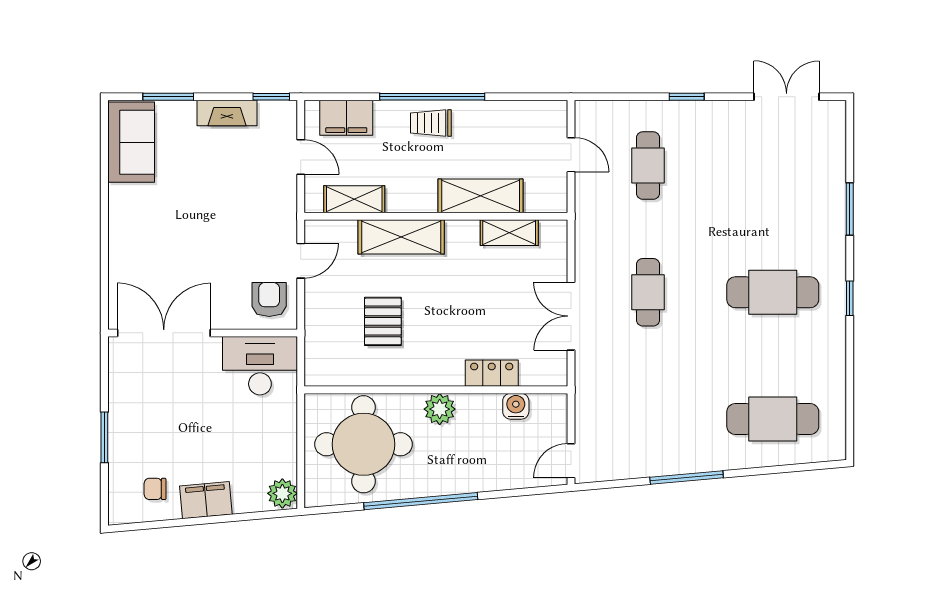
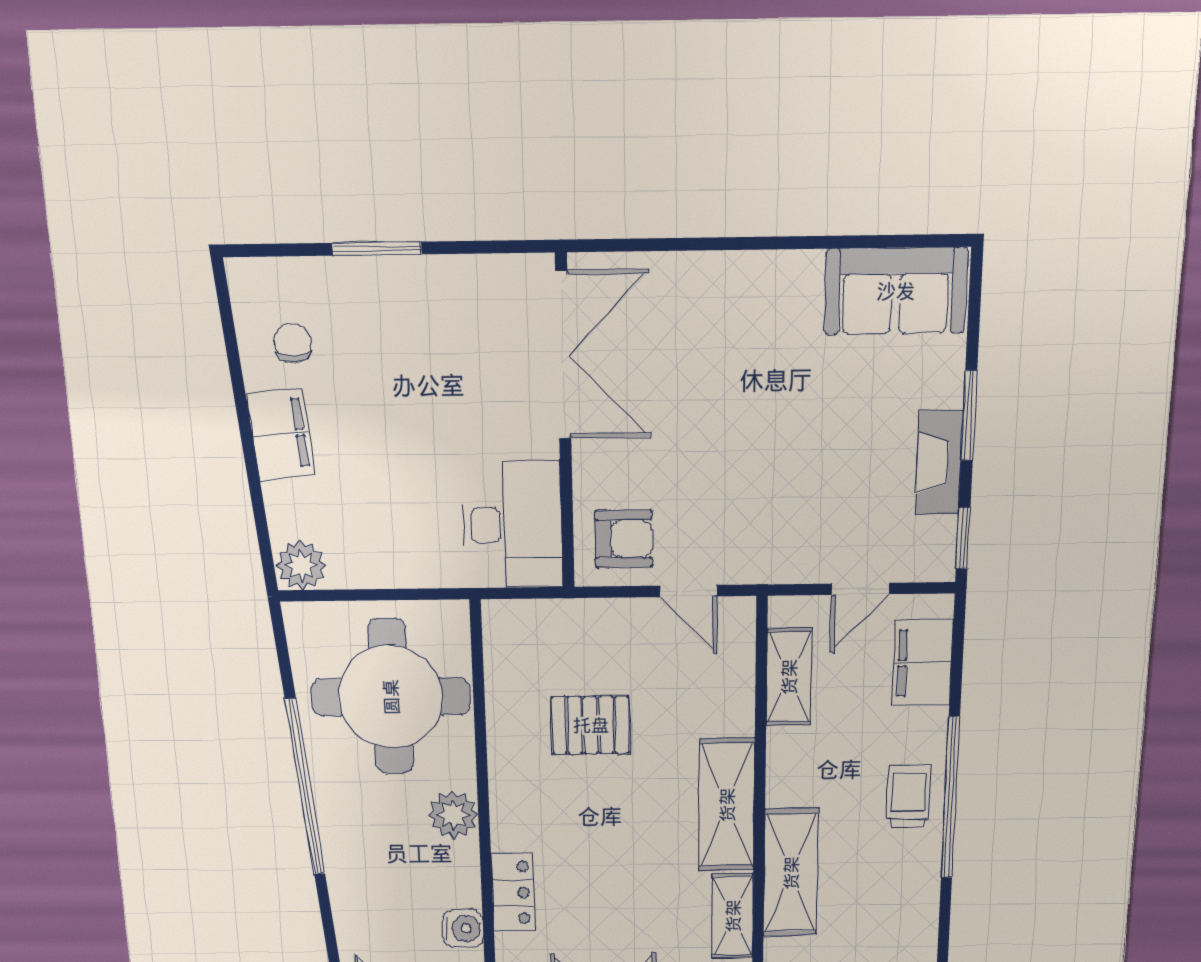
window: (168, 97) -> (969, 416), moved
shelving: (401, 237) -> (727, 805), moved

